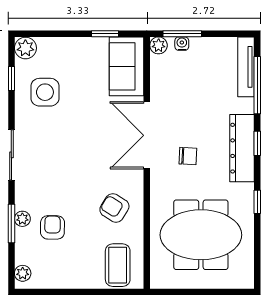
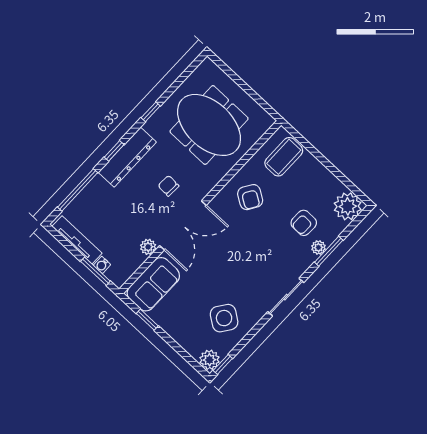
plant: (159, 45) -> (148, 247), moved
tv unit: (246, 67) -> (77, 240), moved, turned -90
window: (11, 79) -> (223, 364), moved
side table: (45, 92) -> (224, 318), turned 35
plant: (23, 273) -> (348, 206), width x1.88, depth x1.88

